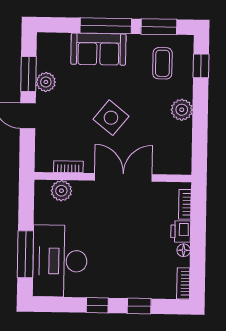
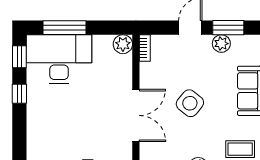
bookcase: (68, 167) -> (145, 48), moved
plant: (61, 191) -> (123, 44), moved
window: (139, 306) -> (19, 57), moved

